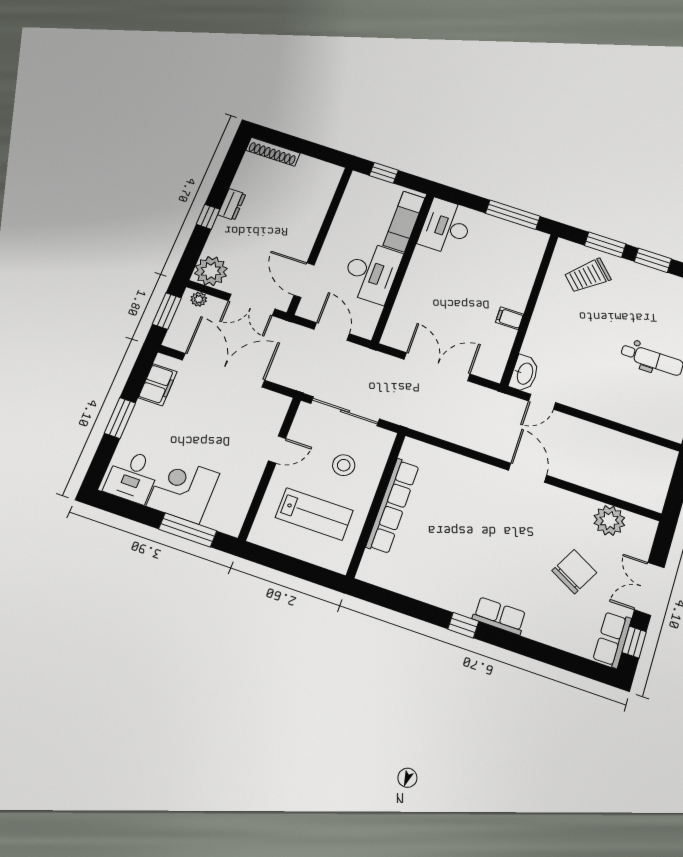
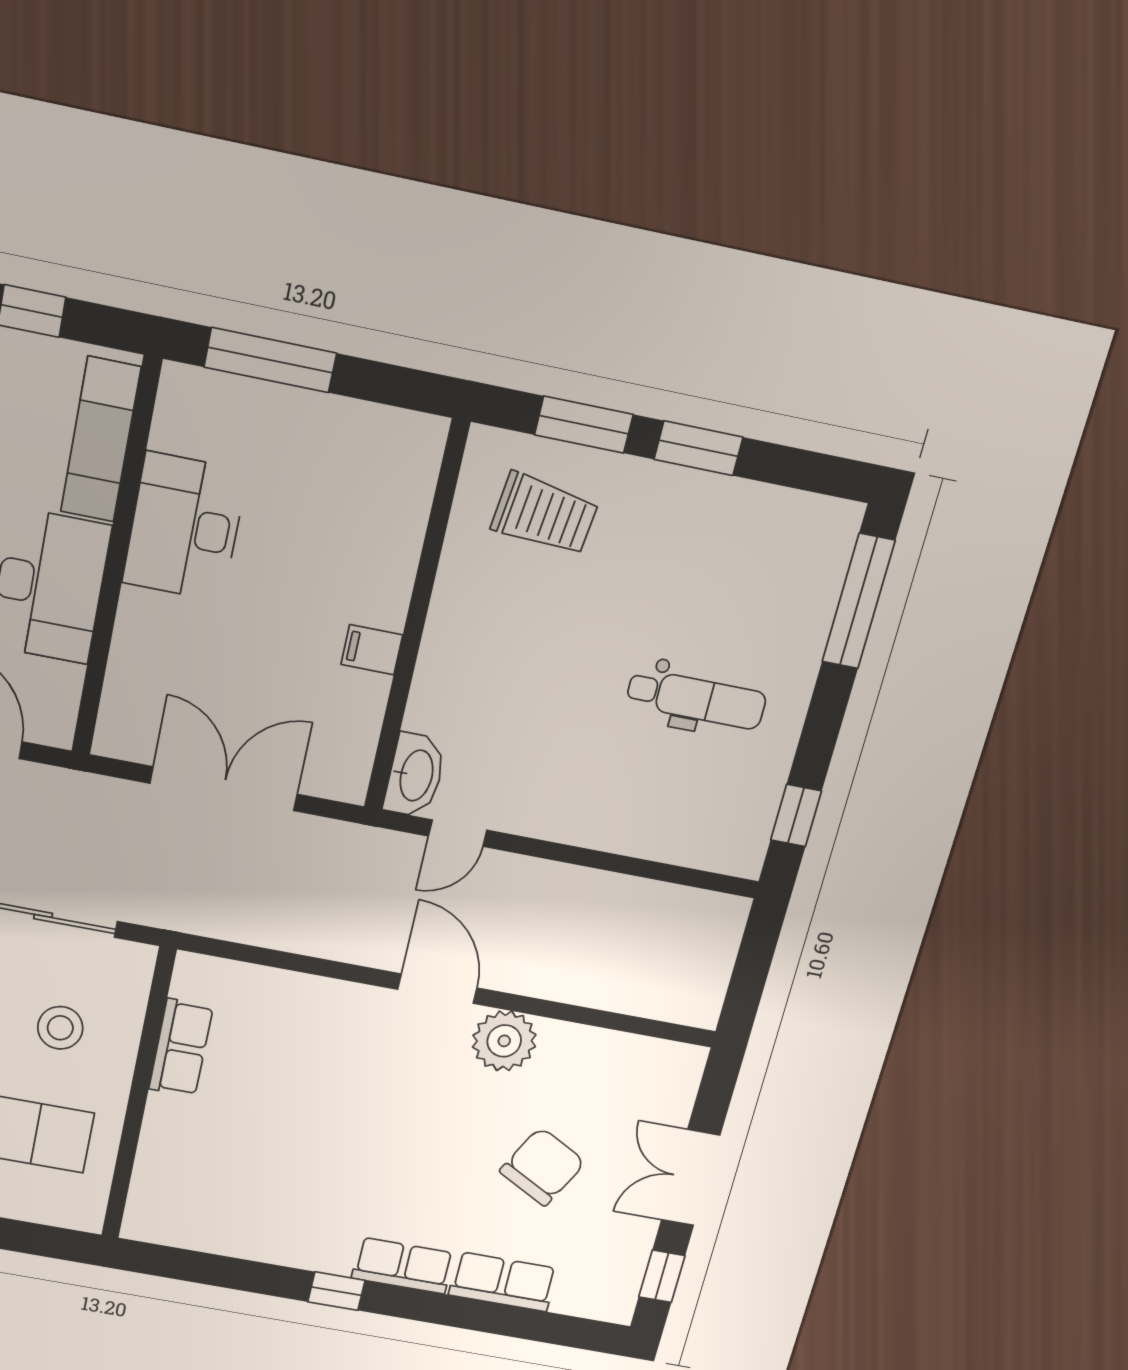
window: (513, 215) -> (270, 360), moved
desk: (446, 227) -> (185, 527), moved
trolley: (587, 276) -> (545, 514), turned -130
row of seats: (393, 506) -> (181, 1048), width x0.50
plant: (609, 521) -> (504, 1041), moved
row of seats: (612, 639) -> (503, 1282), moved, turned 90

